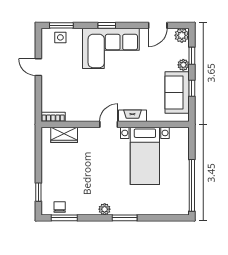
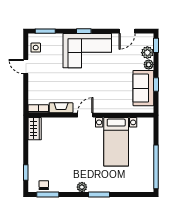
plant: (182, 35) -> (147, 53), moved
side table: (60, 37) -> (36, 48), moved
window: (192, 56) -> (156, 45), moved
fireplace: (132, 116) -> (61, 108), moved
wardrobe: (64, 135) -> (35, 129), moved, turned -90

